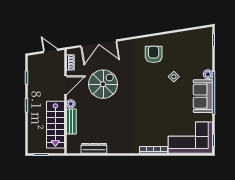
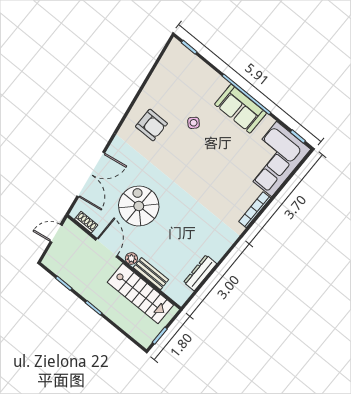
armchair: (154, 54) -> (152, 125), turned 180
plant: (208, 74) -> (221, 84), removed

